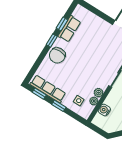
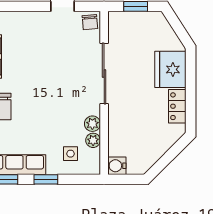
water cooler: (104, 110) -> (117, 166), moved

